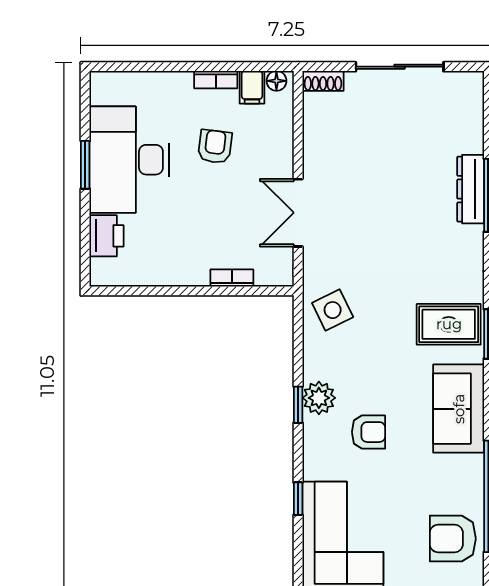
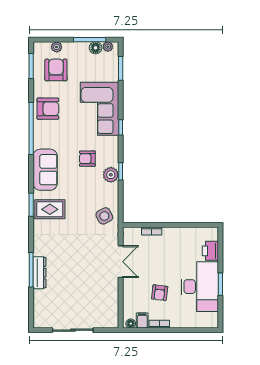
shoe rack: (323, 81) -> (109, 324), removed

